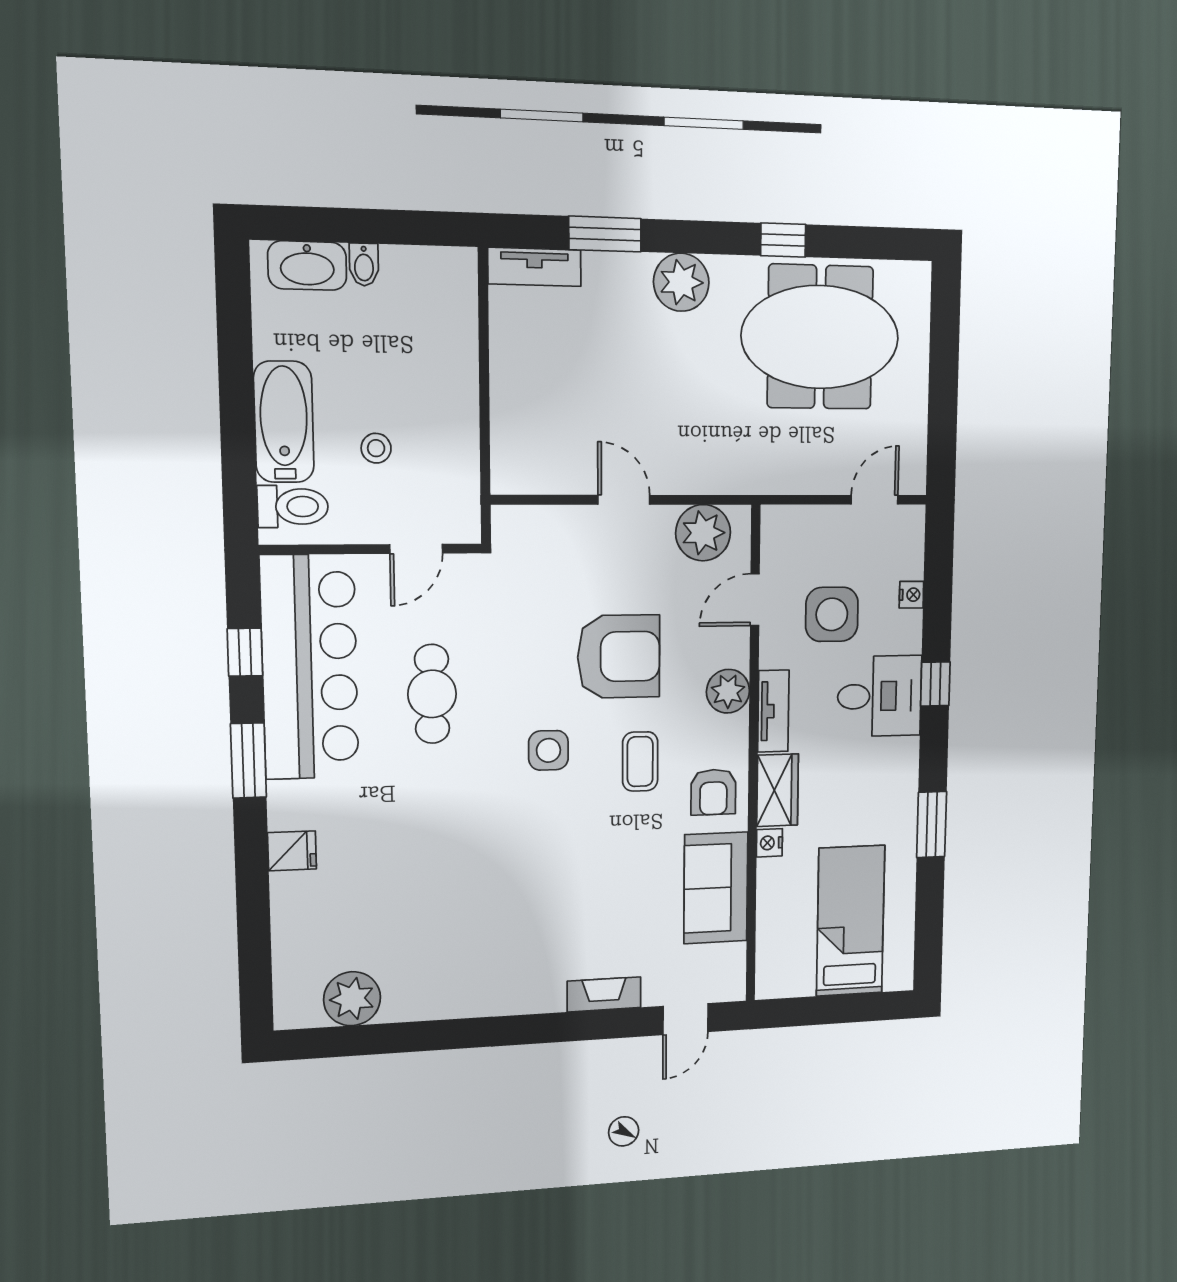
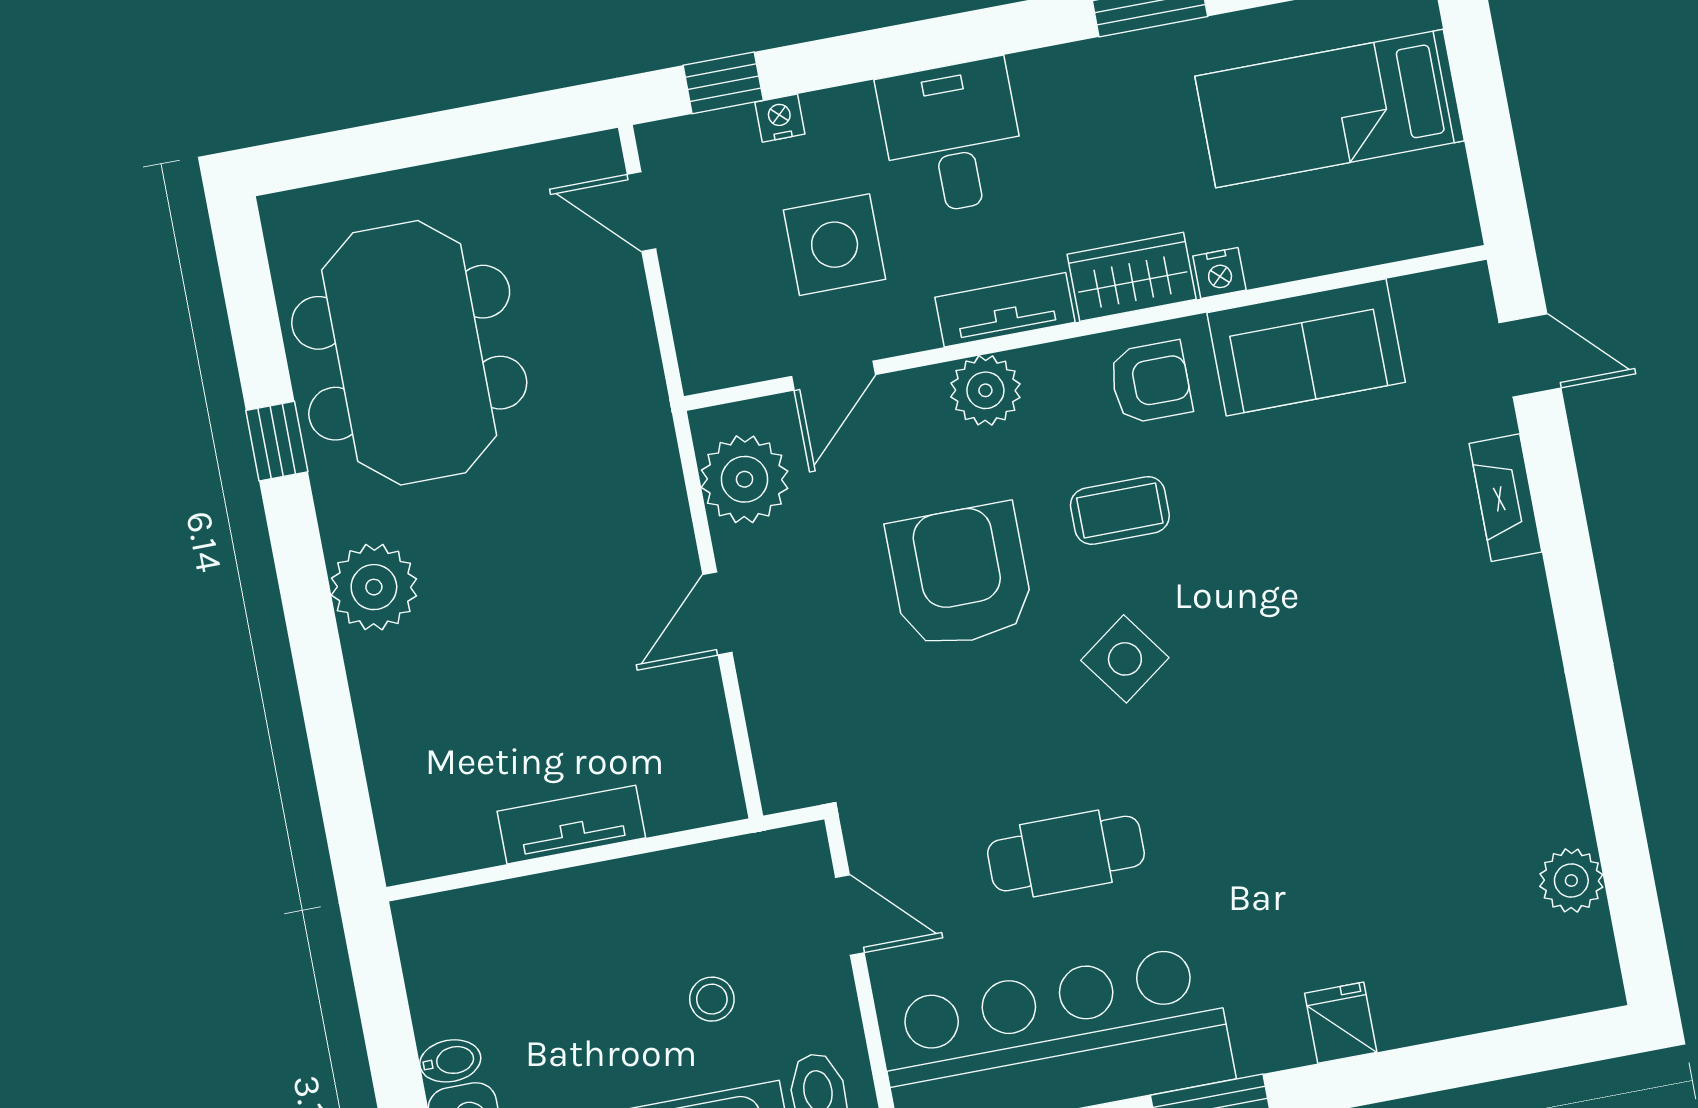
window: (605, 234) -> (329, 717), removed
tv unit: (535, 267) -> (571, 825), moved, turned -90
door: (755, 600) -> (834, 376), hinge flipped
window: (935, 684) -> (723, 83), moved
side table: (548, 750) -> (1125, 659), turned -36
plant: (352, 999) -> (1571, 880), width x0.73, depth x0.73

